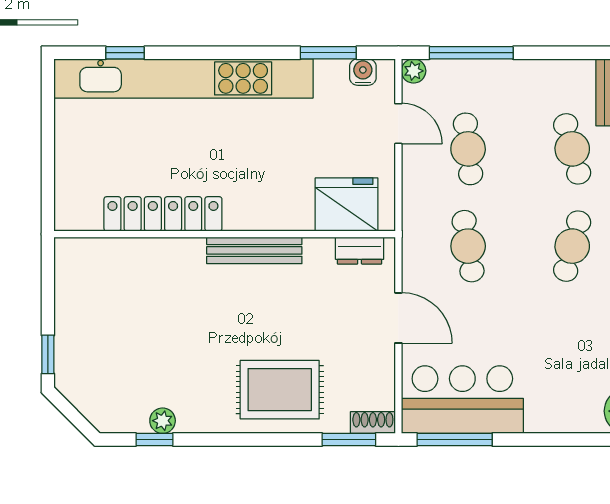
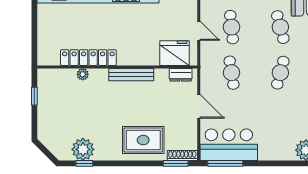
door: (398, 124) -> (199, 31), moved
plant: (151, 250) -> (83, 74), added
window: (48, 354) -> (34, 96), moved
plant: (163, 421) -> (83, 149), width x1.88, depth x1.88
shoe rack: (373, 423) -> (182, 155), width x1.43

